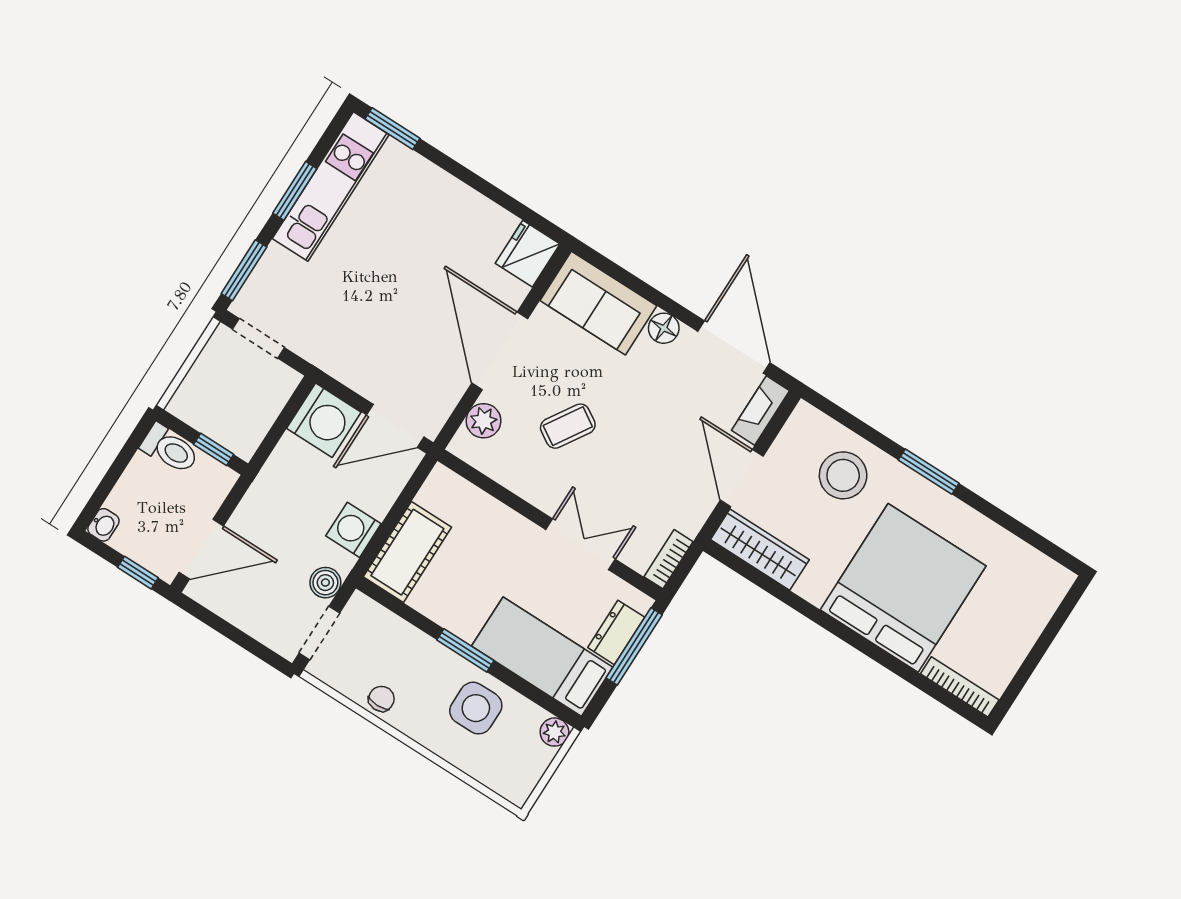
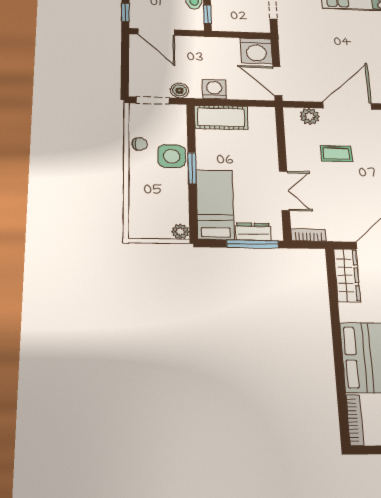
coffee table: (568, 426) -> (336, 154), turned -32
side table: (476, 708) -> (172, 156), moved

